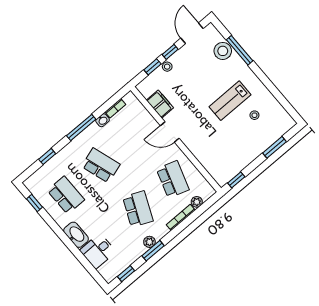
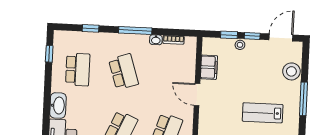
window: (240, 50) -> (304, 99), moved

